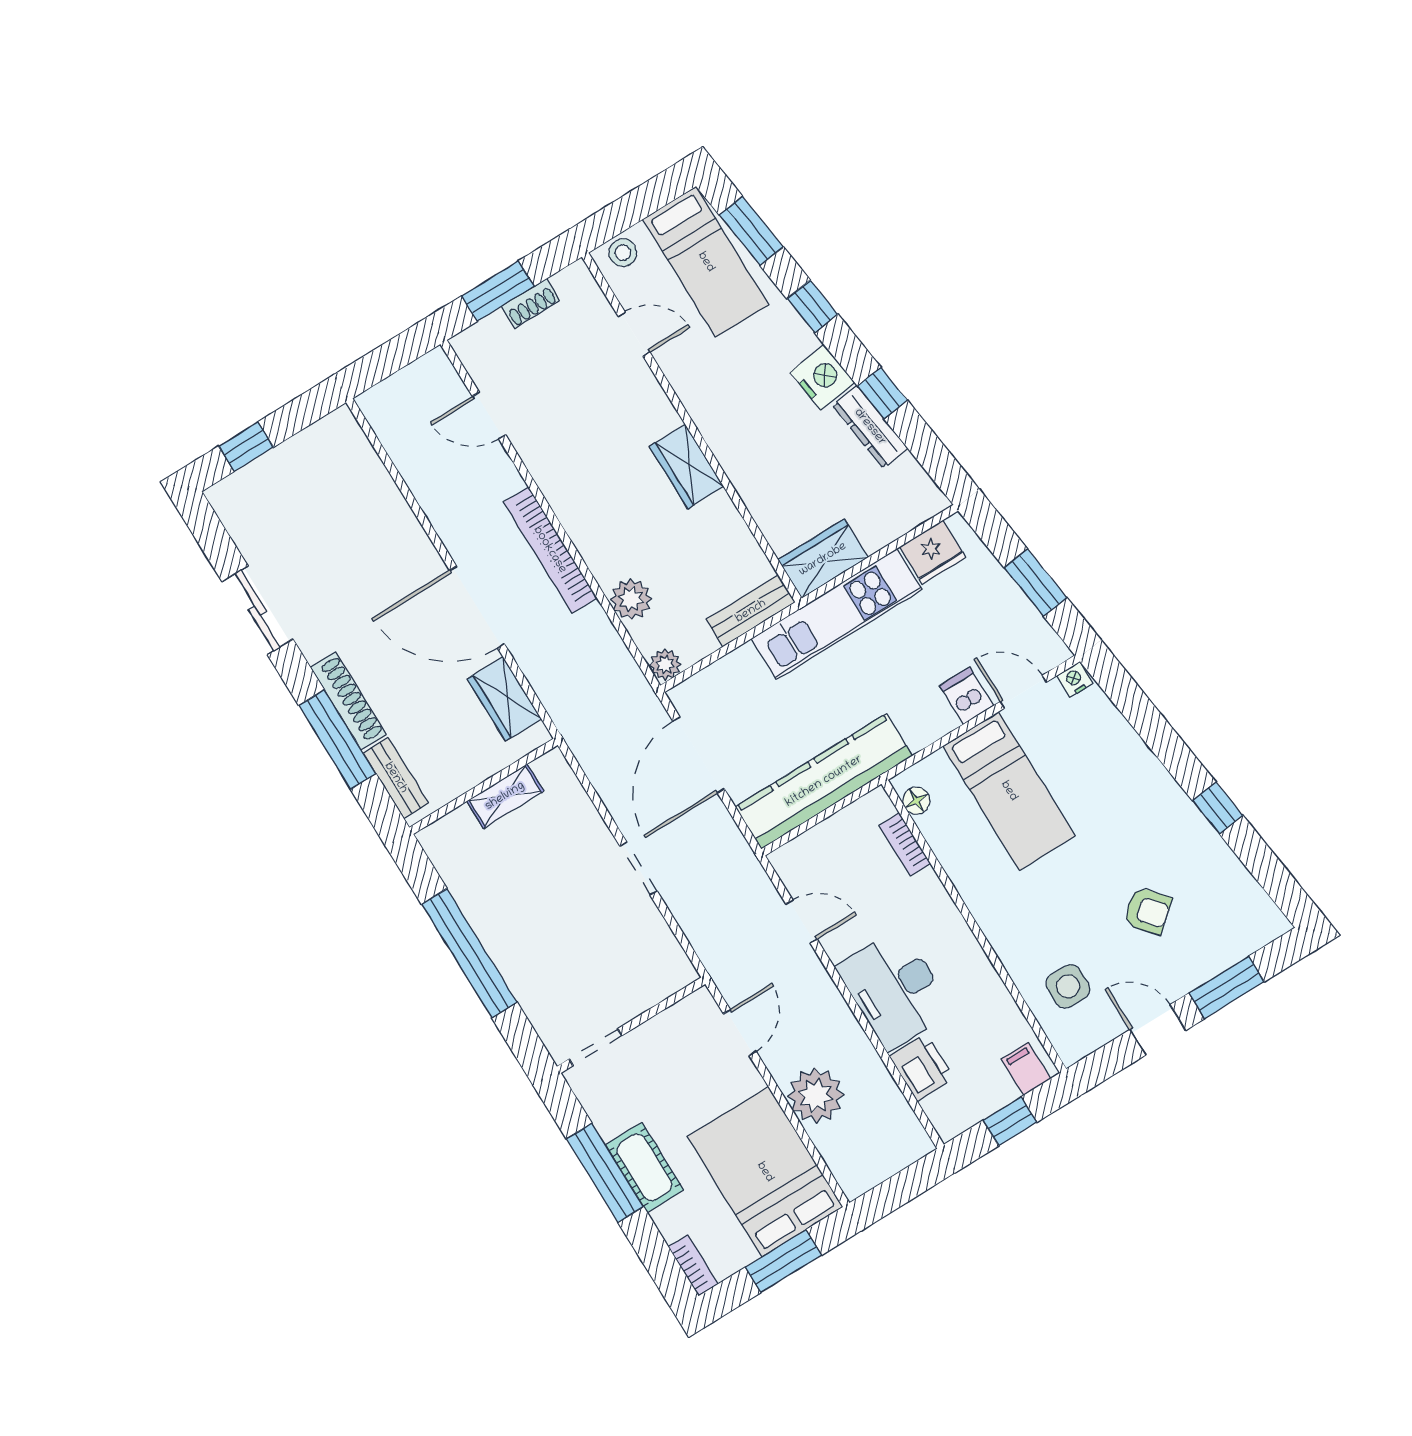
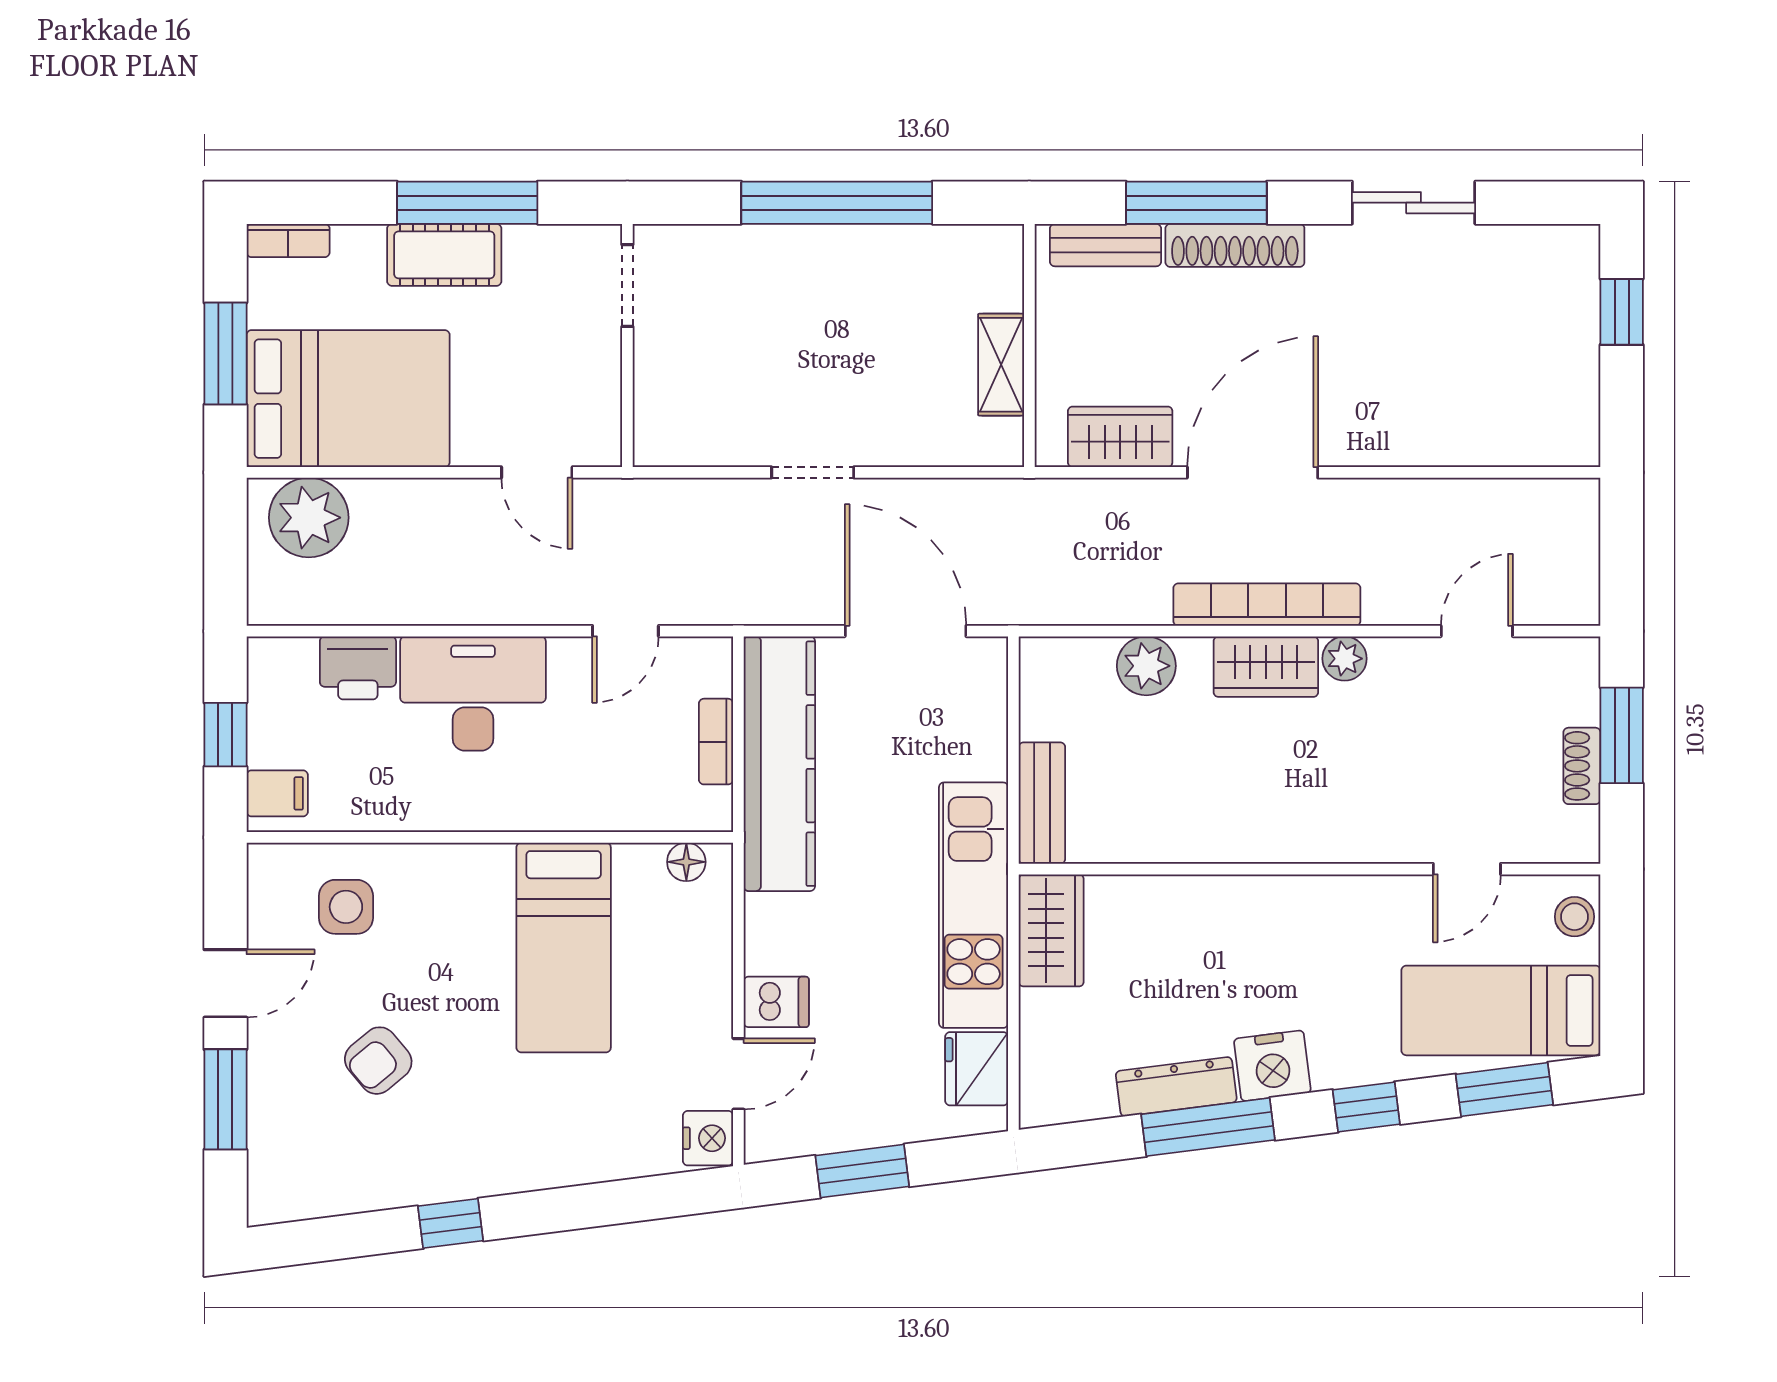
window: (882, 393) -> (1208, 1127), width x2.17
wardrobe: (687, 466) -> (1266, 667), moved, turned 180
plant: (665, 665) -> (1345, 659), moved
nightstand: (1075, 680) -> (708, 1138), width x1.39, depth x1.35
bed: (1009, 791) -> (564, 947), moved, turned -90
bookcase: (905, 844) -> (716, 742), moved, turned -90
plant: (816, 1095) -> (309, 518), moved

